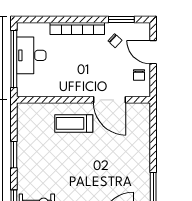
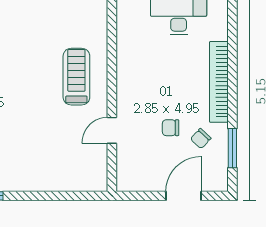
chair: (139, 75) -> (171, 128), moved
door: (110, 100) -> (112, 130), width x0.53

